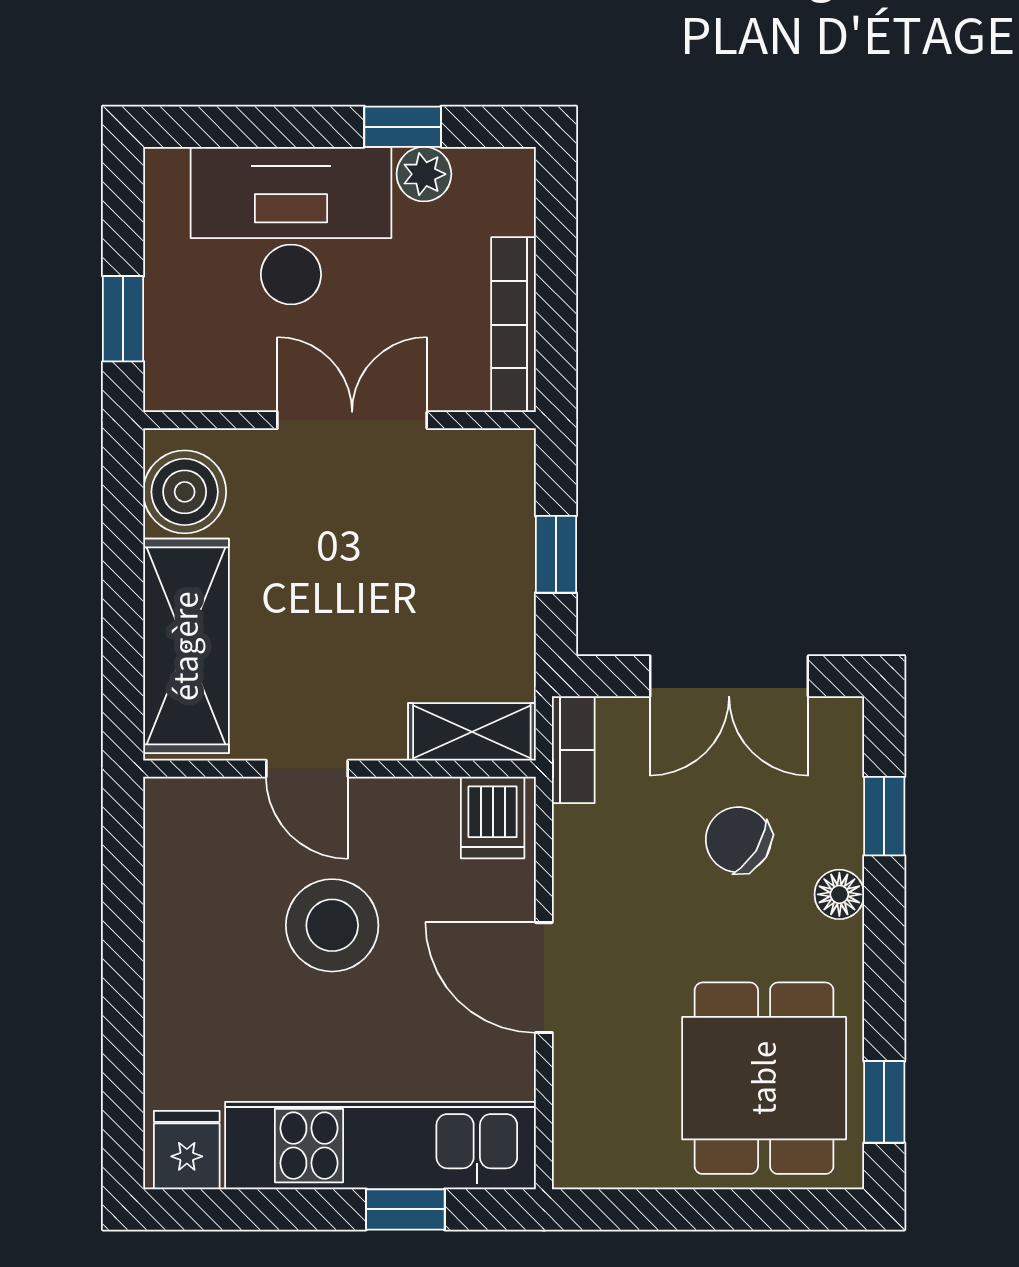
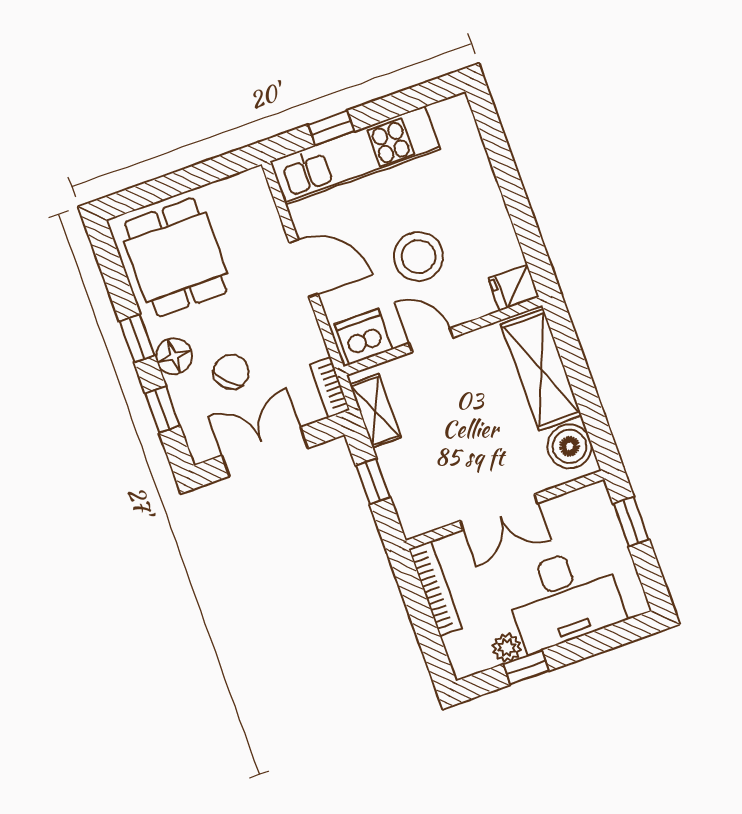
shelving: (472, 732) -> (375, 411), moved, turned 90
door: (307, 769) -> (431, 340), moved
dishwasher: (493, 818) -> (364, 337), width x1.38
chair: (738, 840) -> (231, 372), turned -76
floor lamp: (839, 894) -> (174, 356), width x1.37, depth x1.37
window: (884, 1102) -> (137, 338), moved
fridge: (187, 1150) -> (514, 288), moved, turned 90

